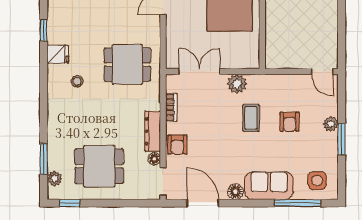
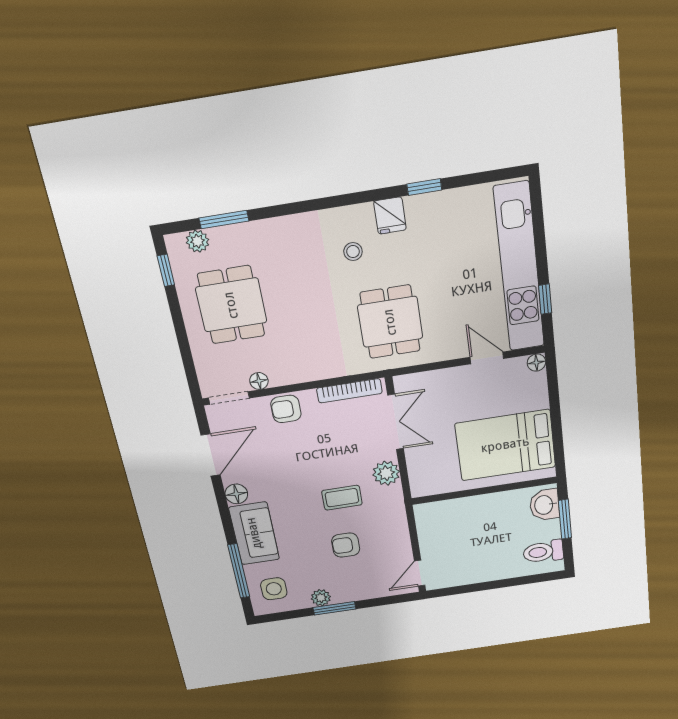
bookcase: (171, 107) -> (349, 391), width x1.56
plant: (331, 124) -> (321, 598), moved
dresser: (153, 131) -> (298, 372), removed

